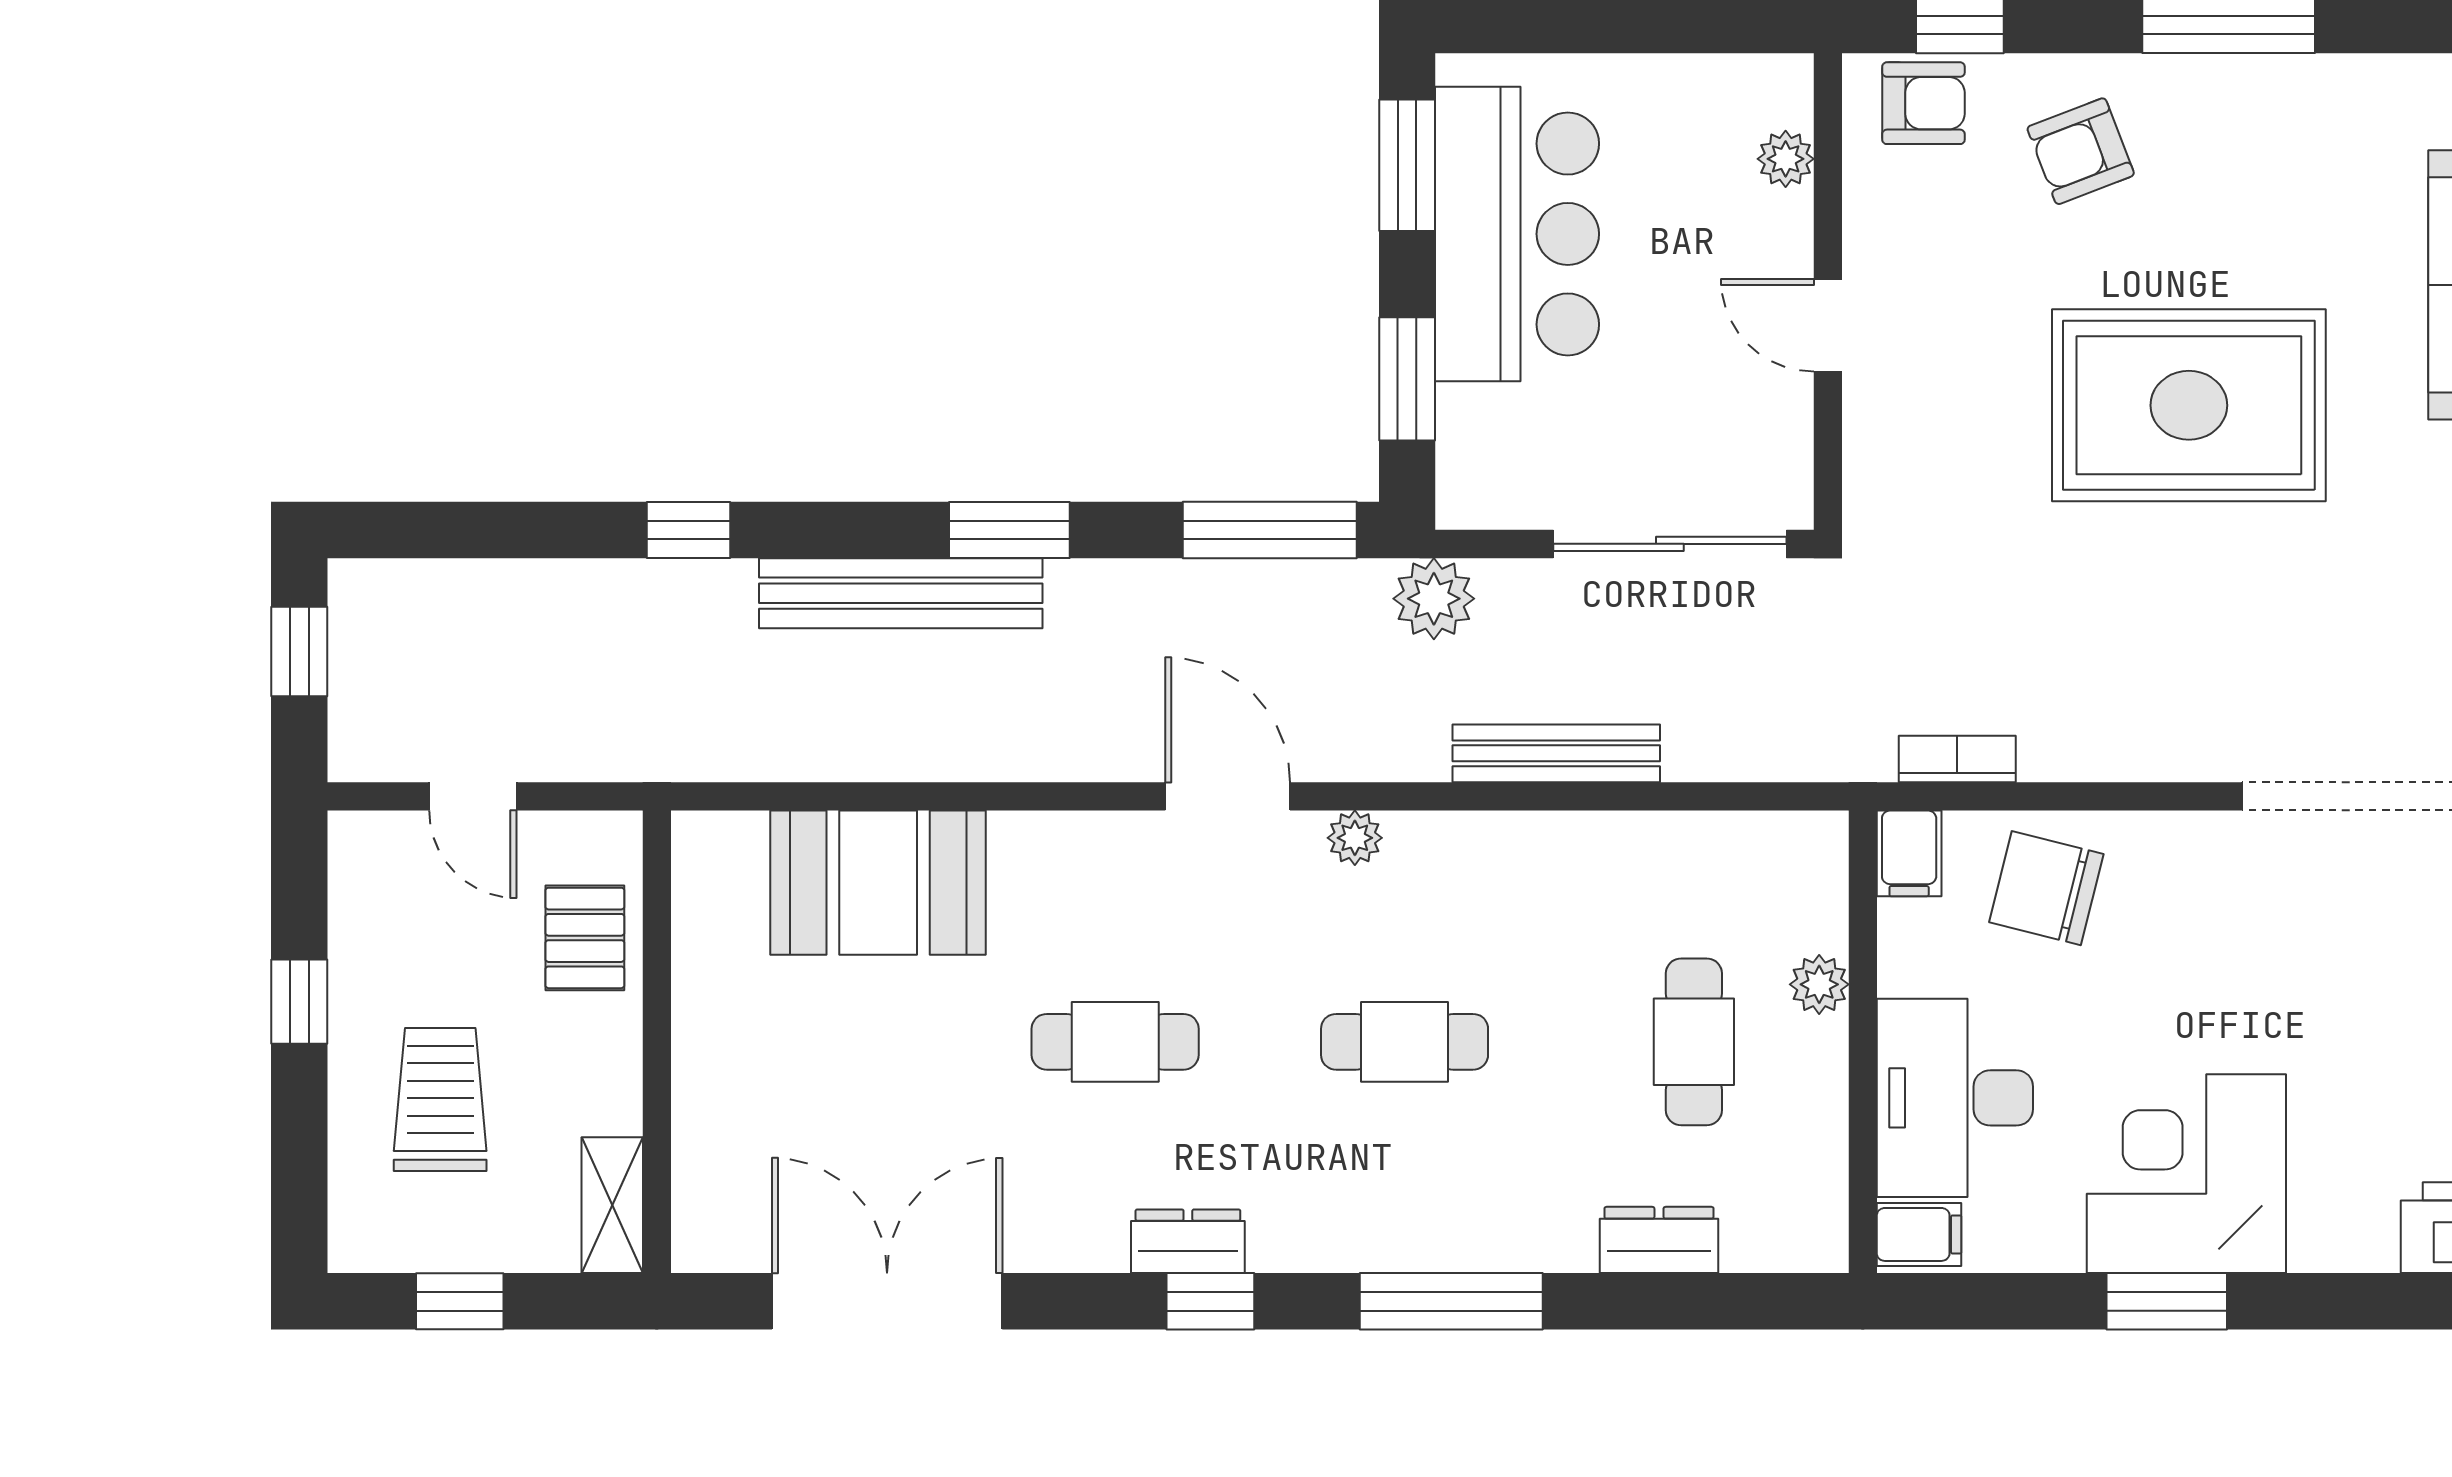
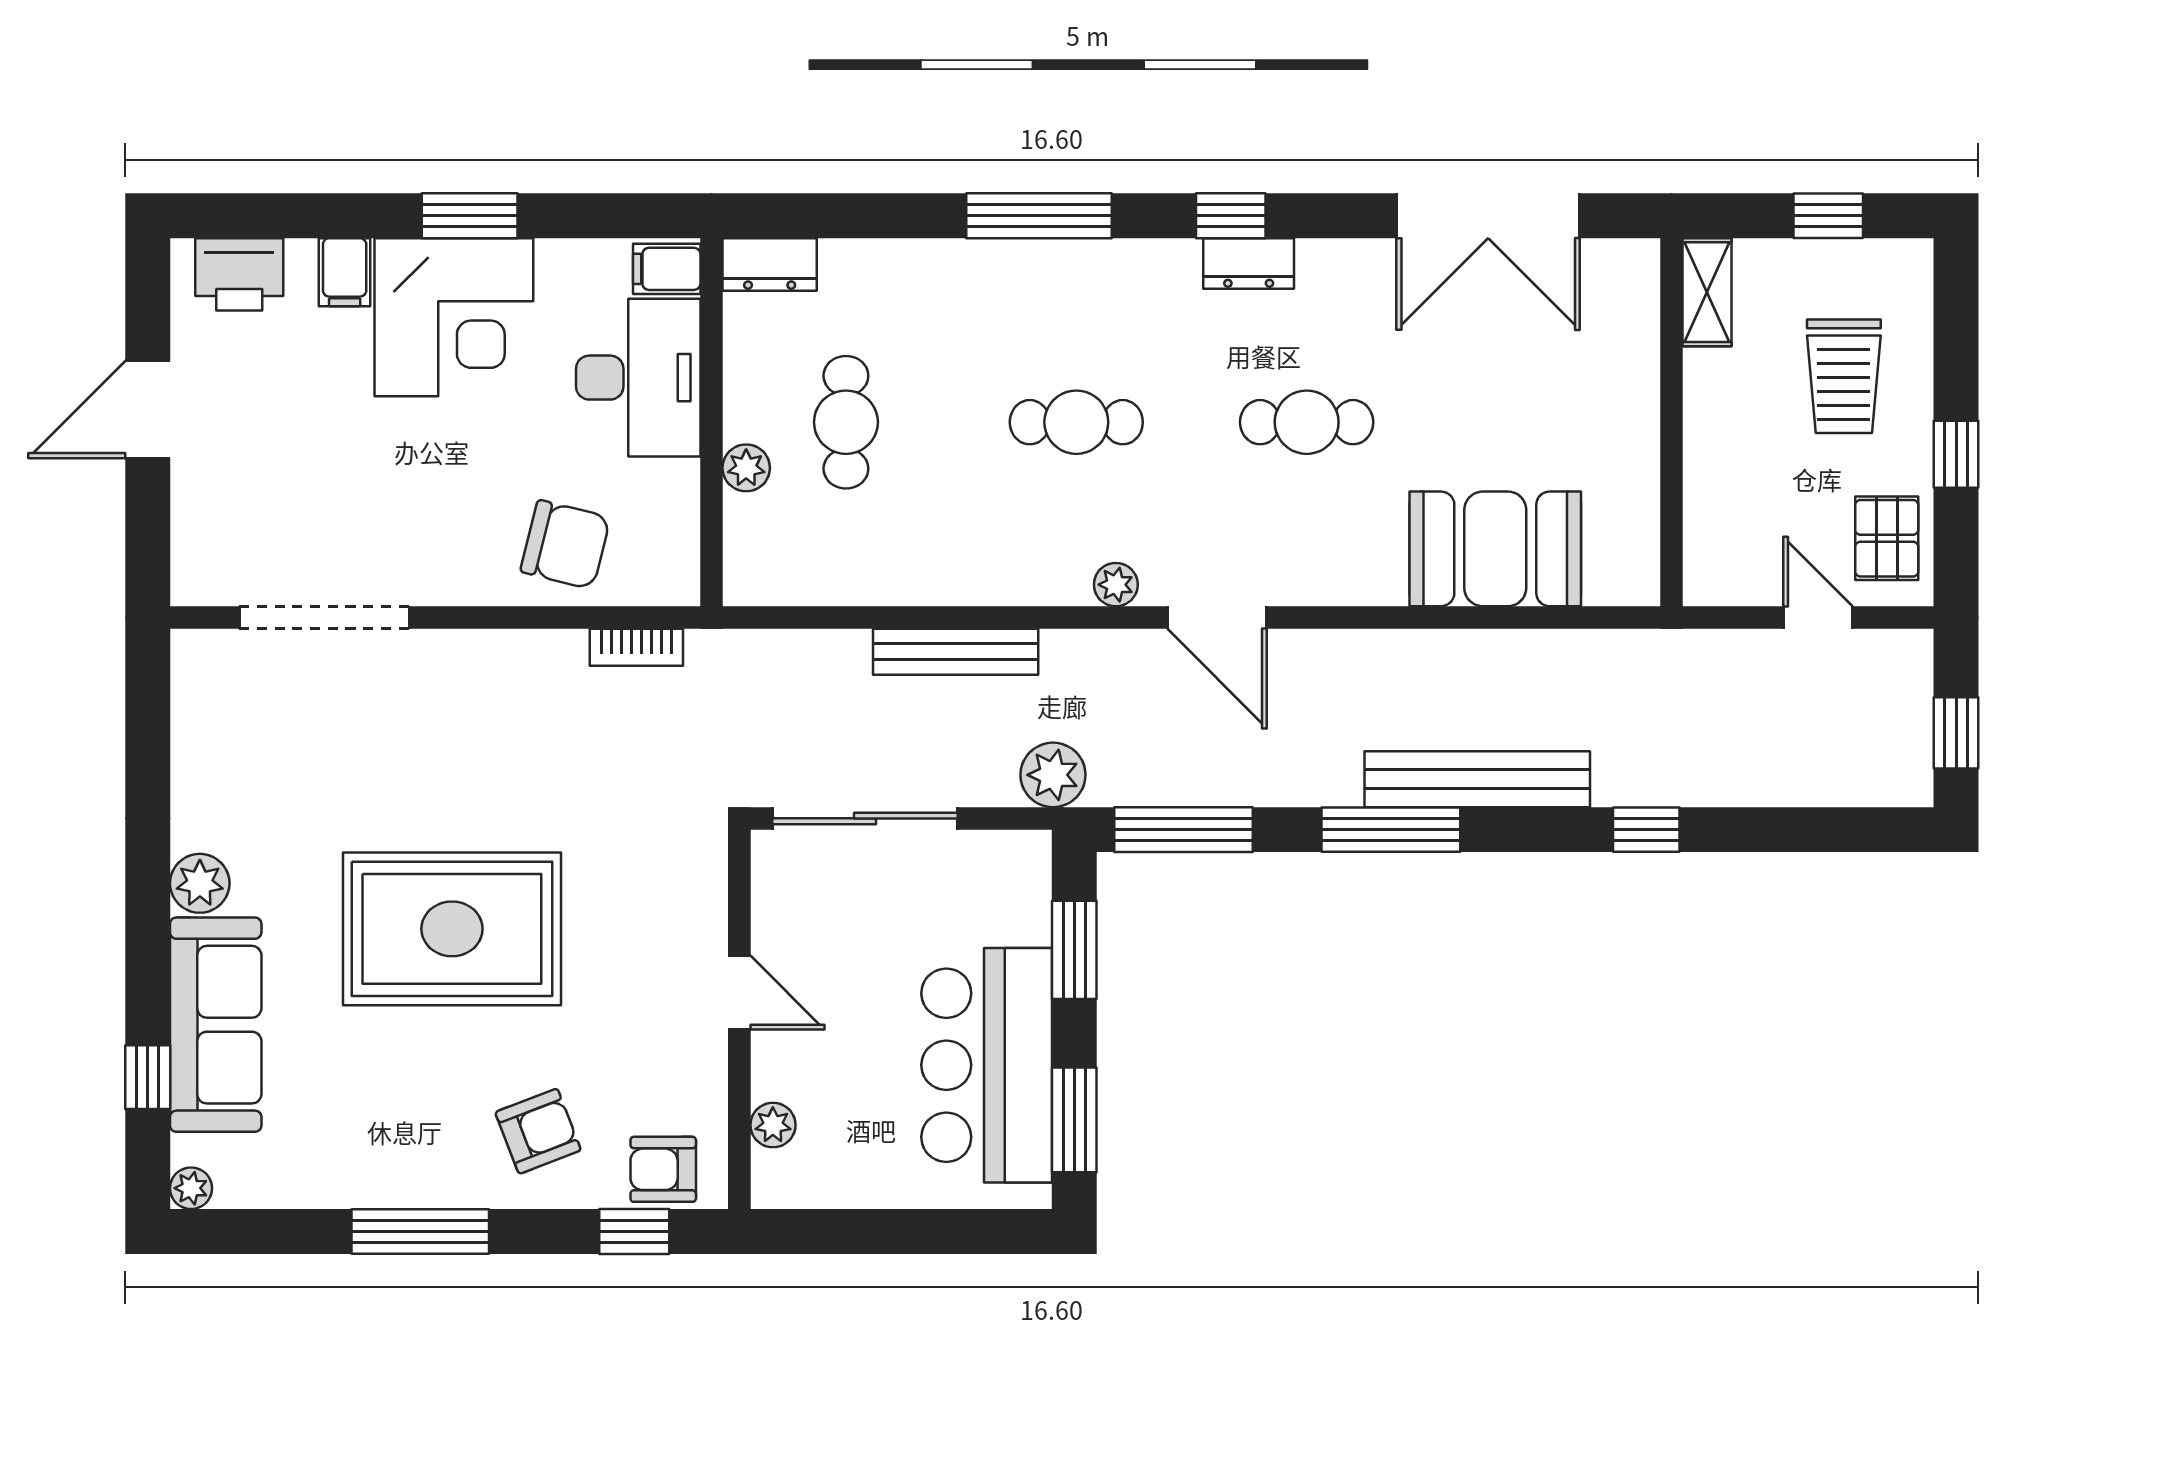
window: (1009, 530) -> (1391, 830), width x1.44
filing cabinet: (1909, 853) -> (345, 272), moved, turned 180
pallet: (585, 938) -> (1887, 538), moved
dresser: (1659, 1240) -> (770, 264), moved

